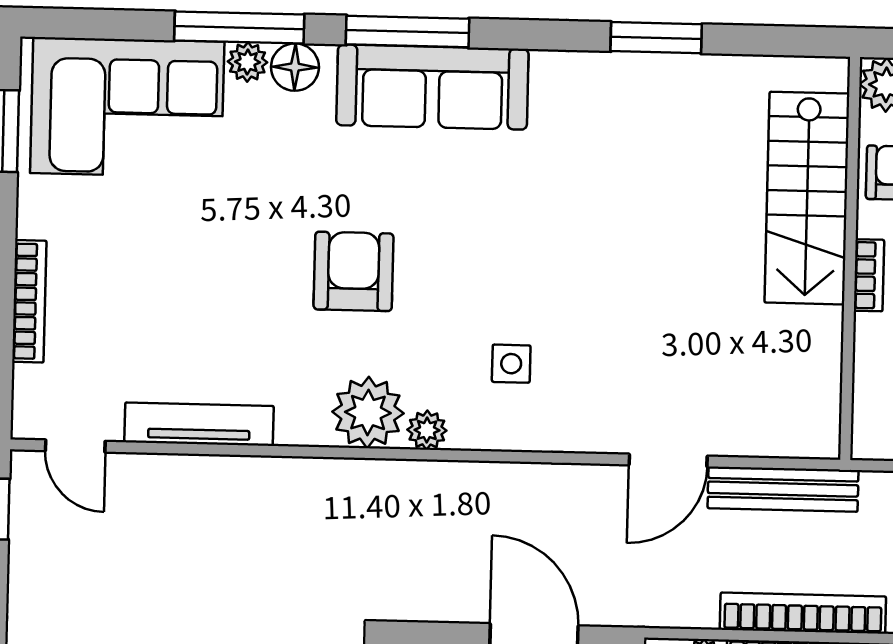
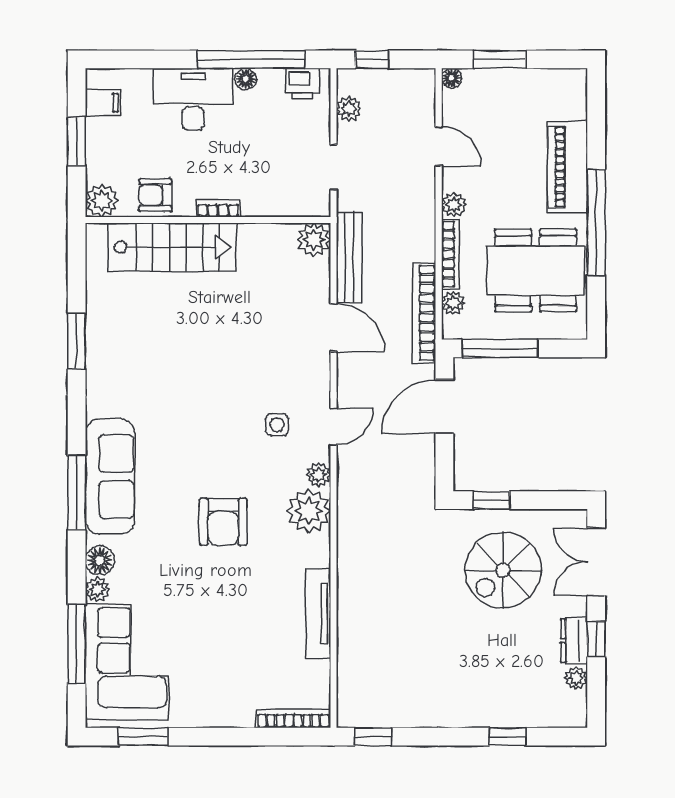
window: (239, 27) -> (77, 644), moved
armchair: (353, 271) -> (223, 522), turned -90
bookcase: (29, 301) -> (293, 718), moved
plant: (814, 432) -> (314, 240), added
door: (75, 446) -> (333, 426), moved
bookcase: (803, 613) -> (424, 313), moved

